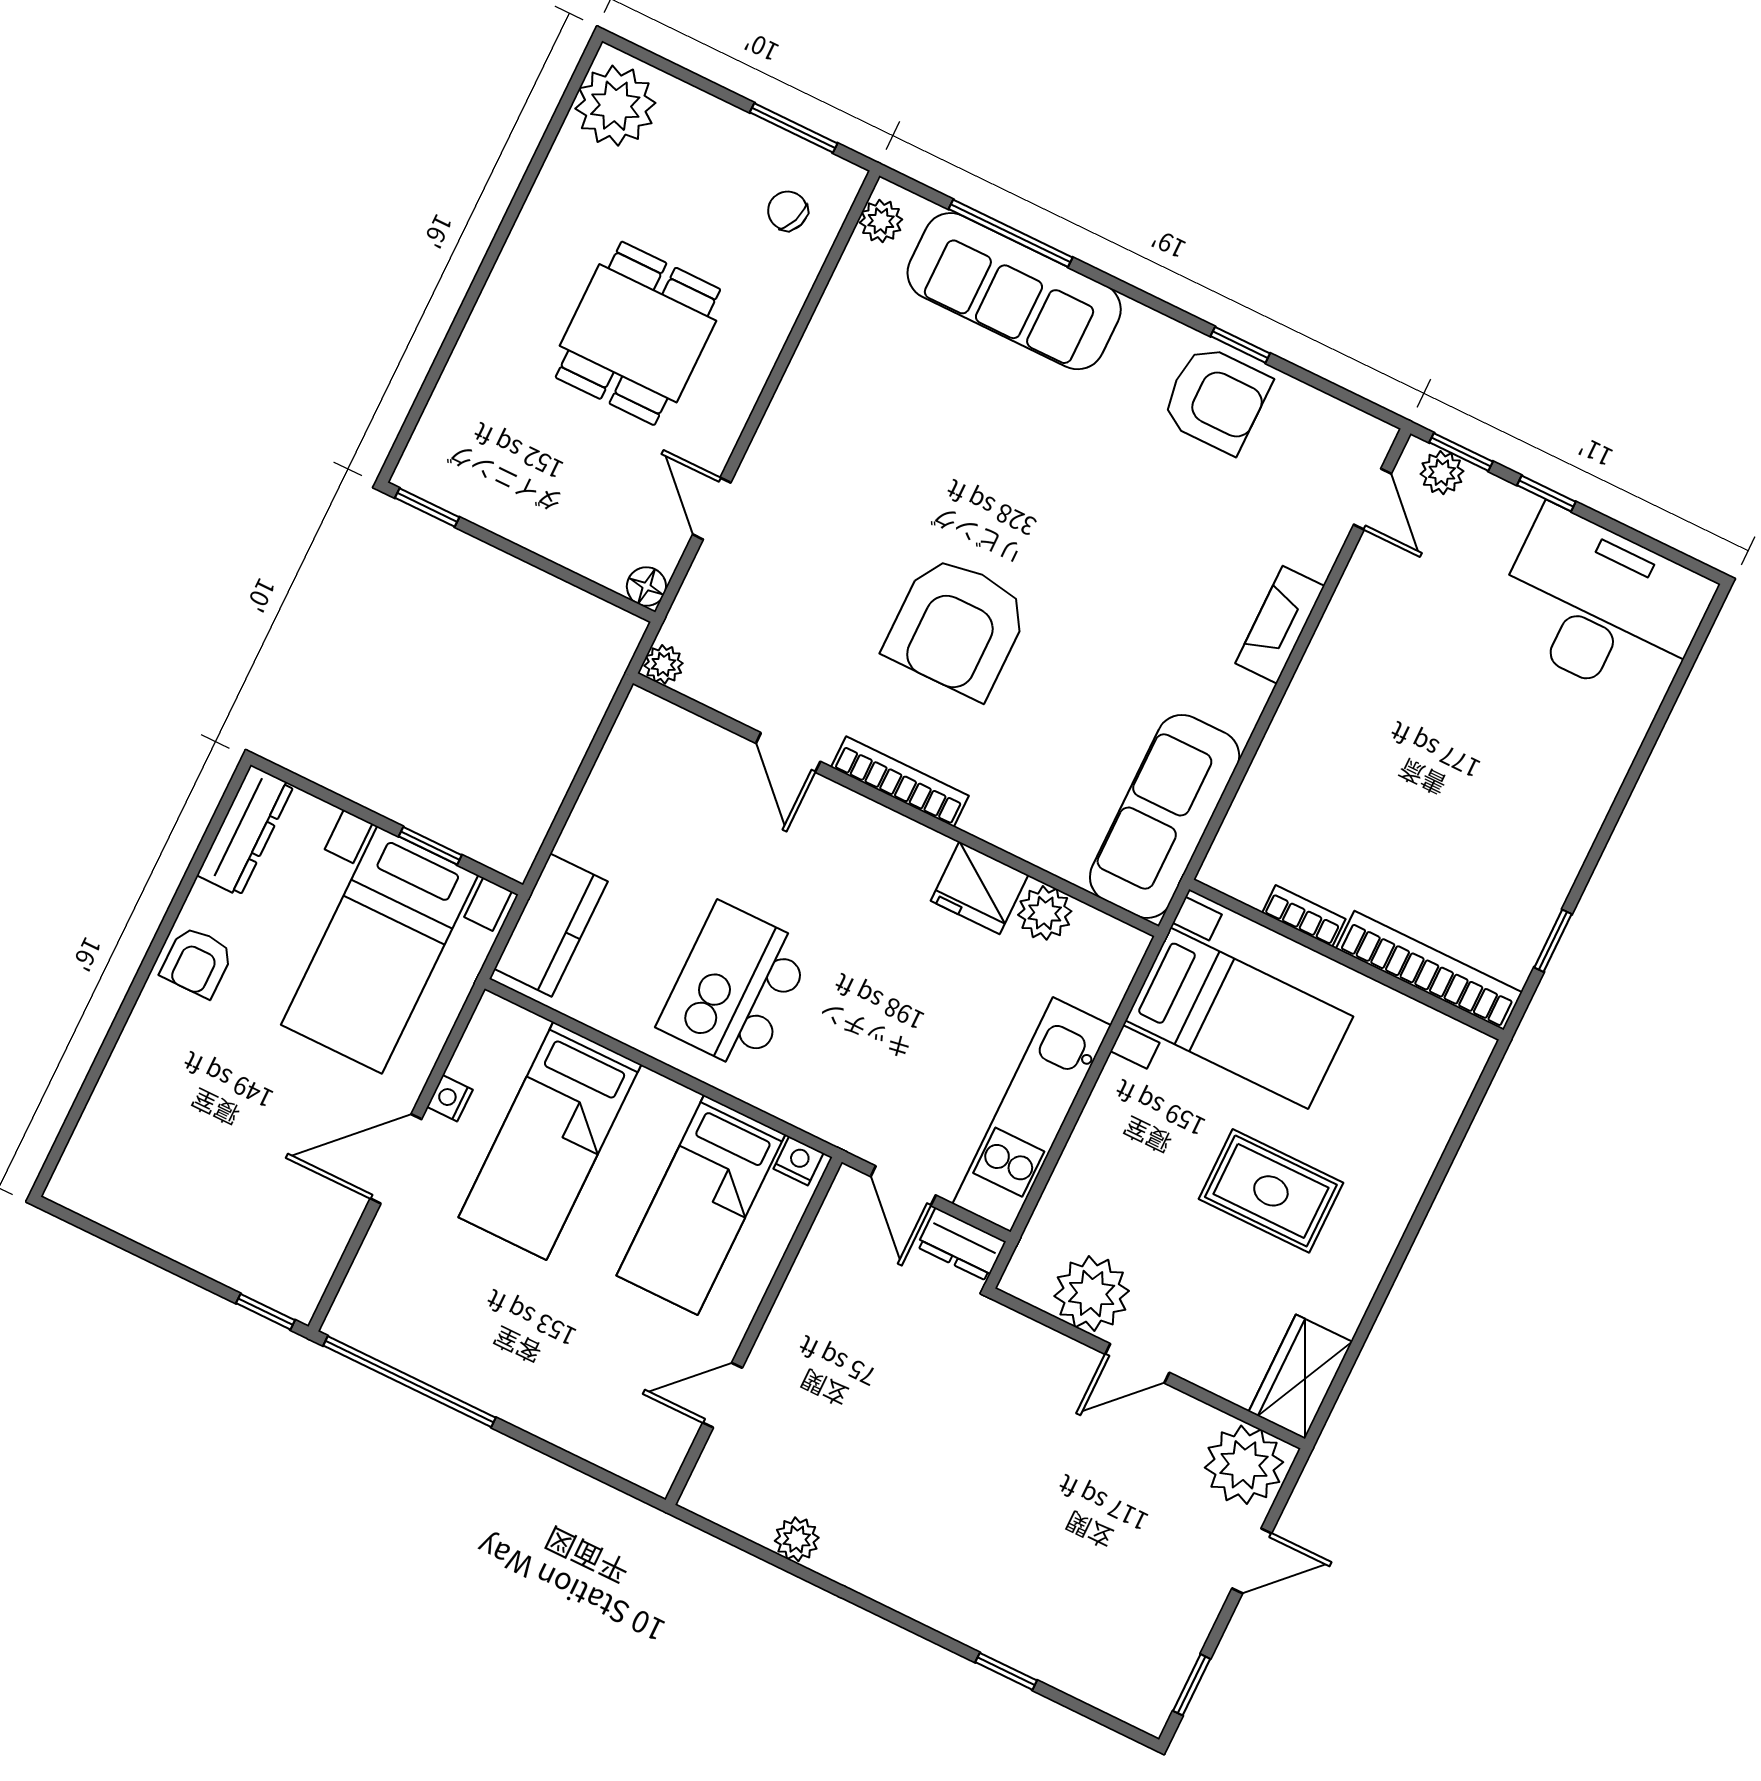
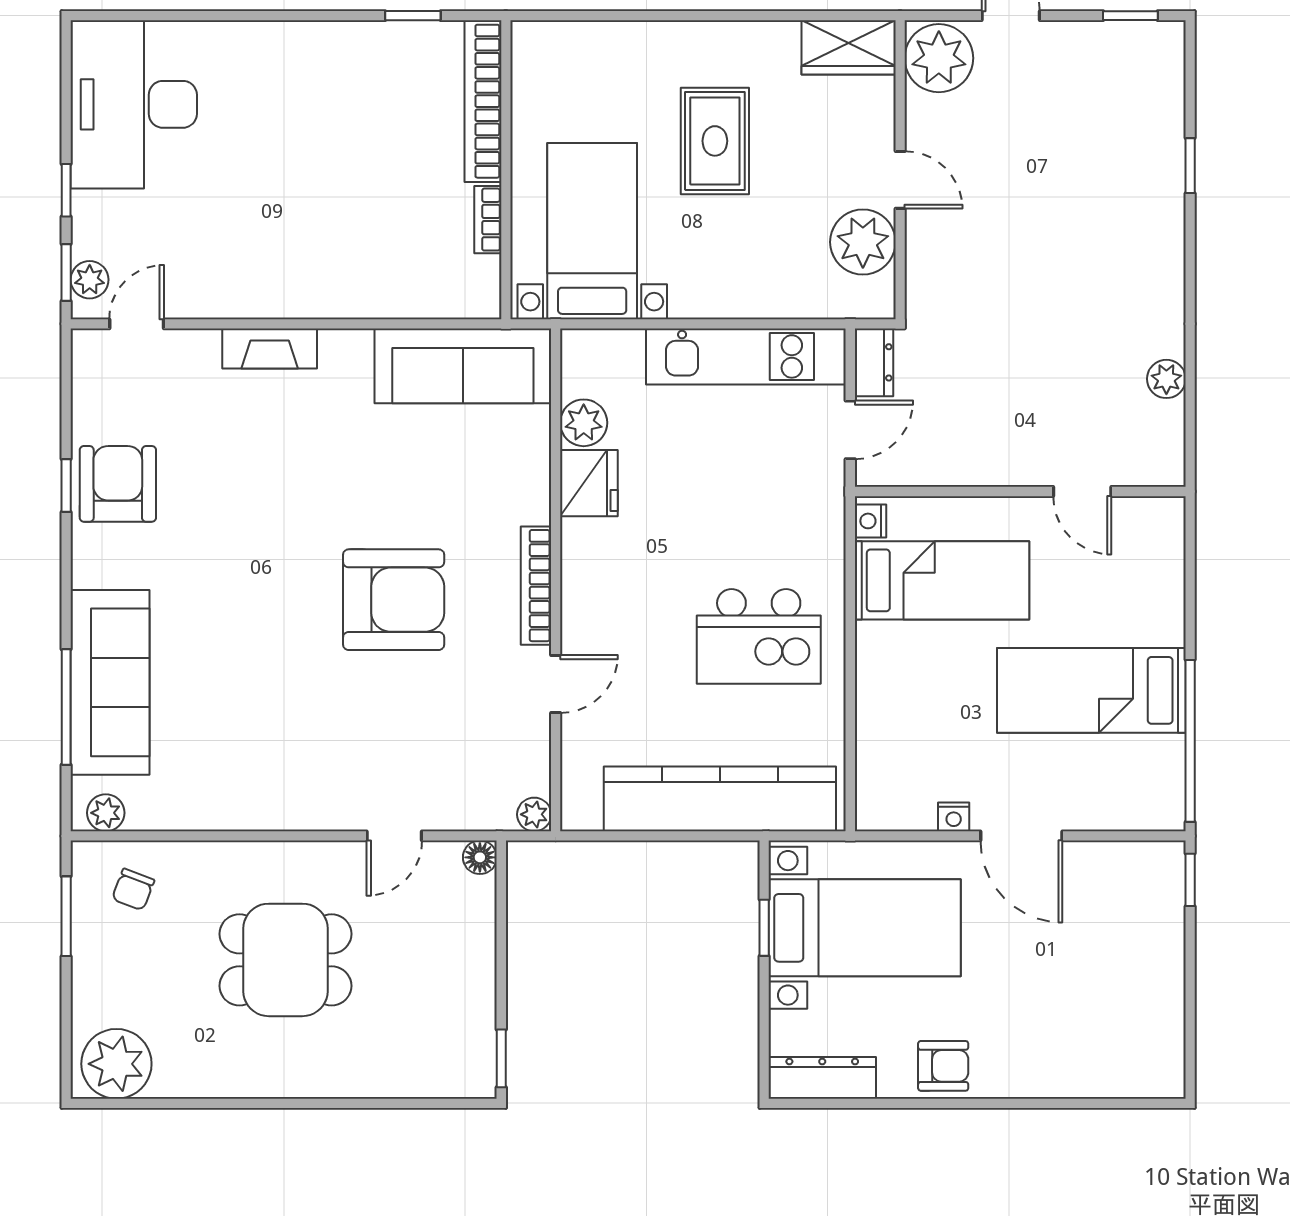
kitchen counter: (551, 925) -> (720, 799), width x2.08, depth x1.17
bed: (550, 1141) -> (1091, 690), moved, turned 180

